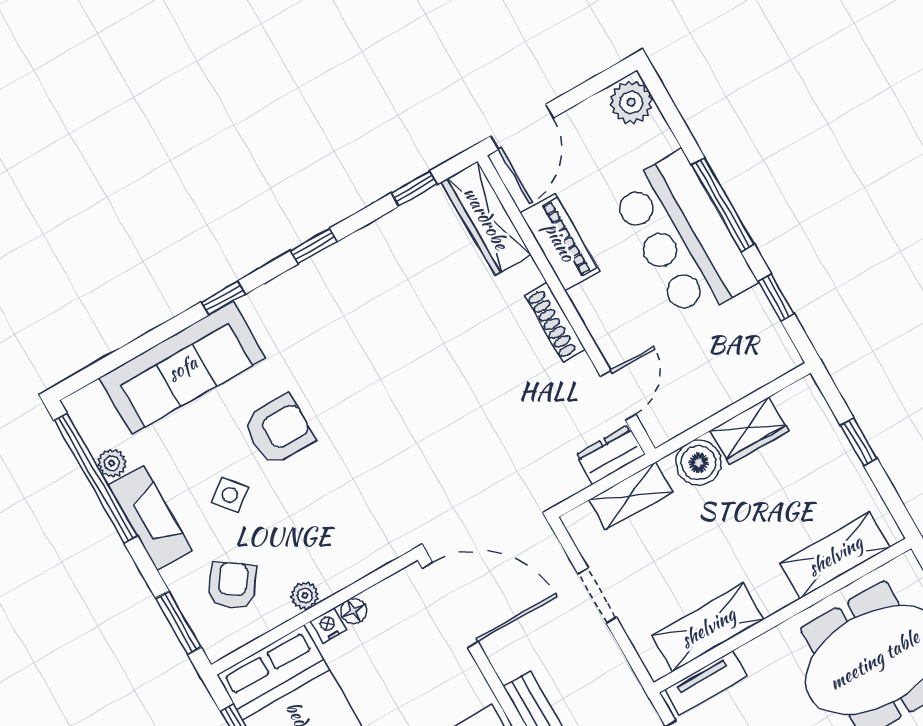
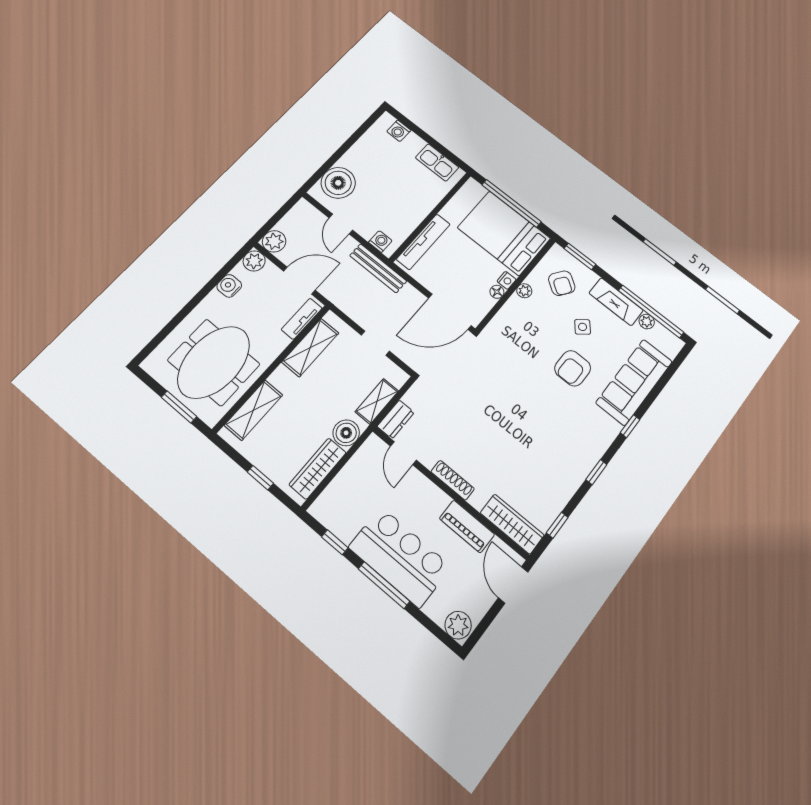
wardrobe: (749, 431) -> (318, 469), width x1.50

